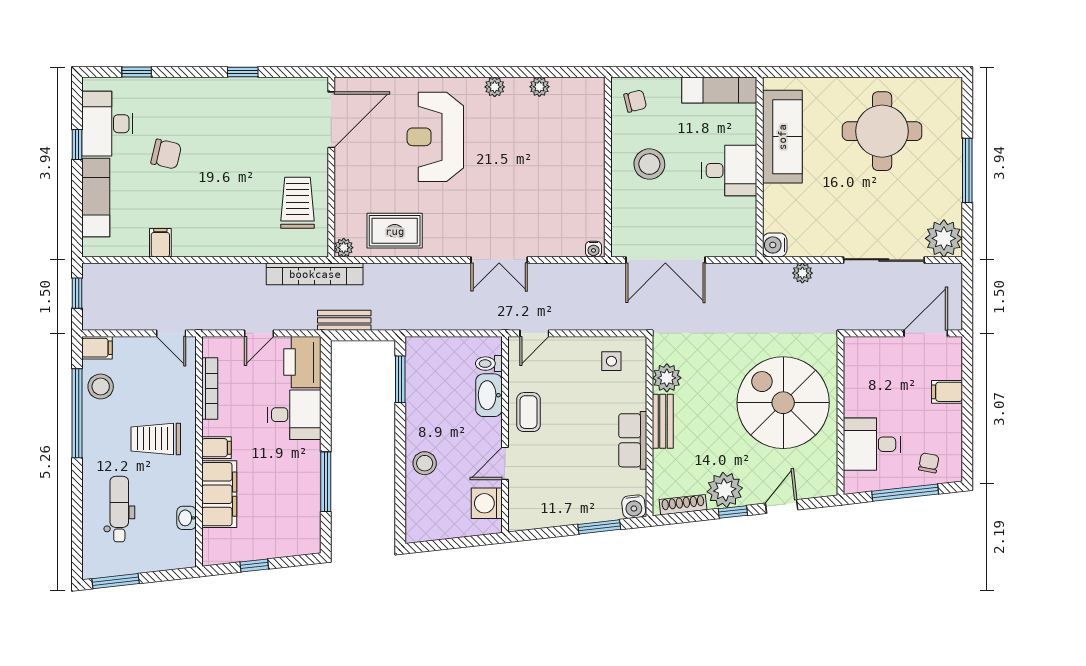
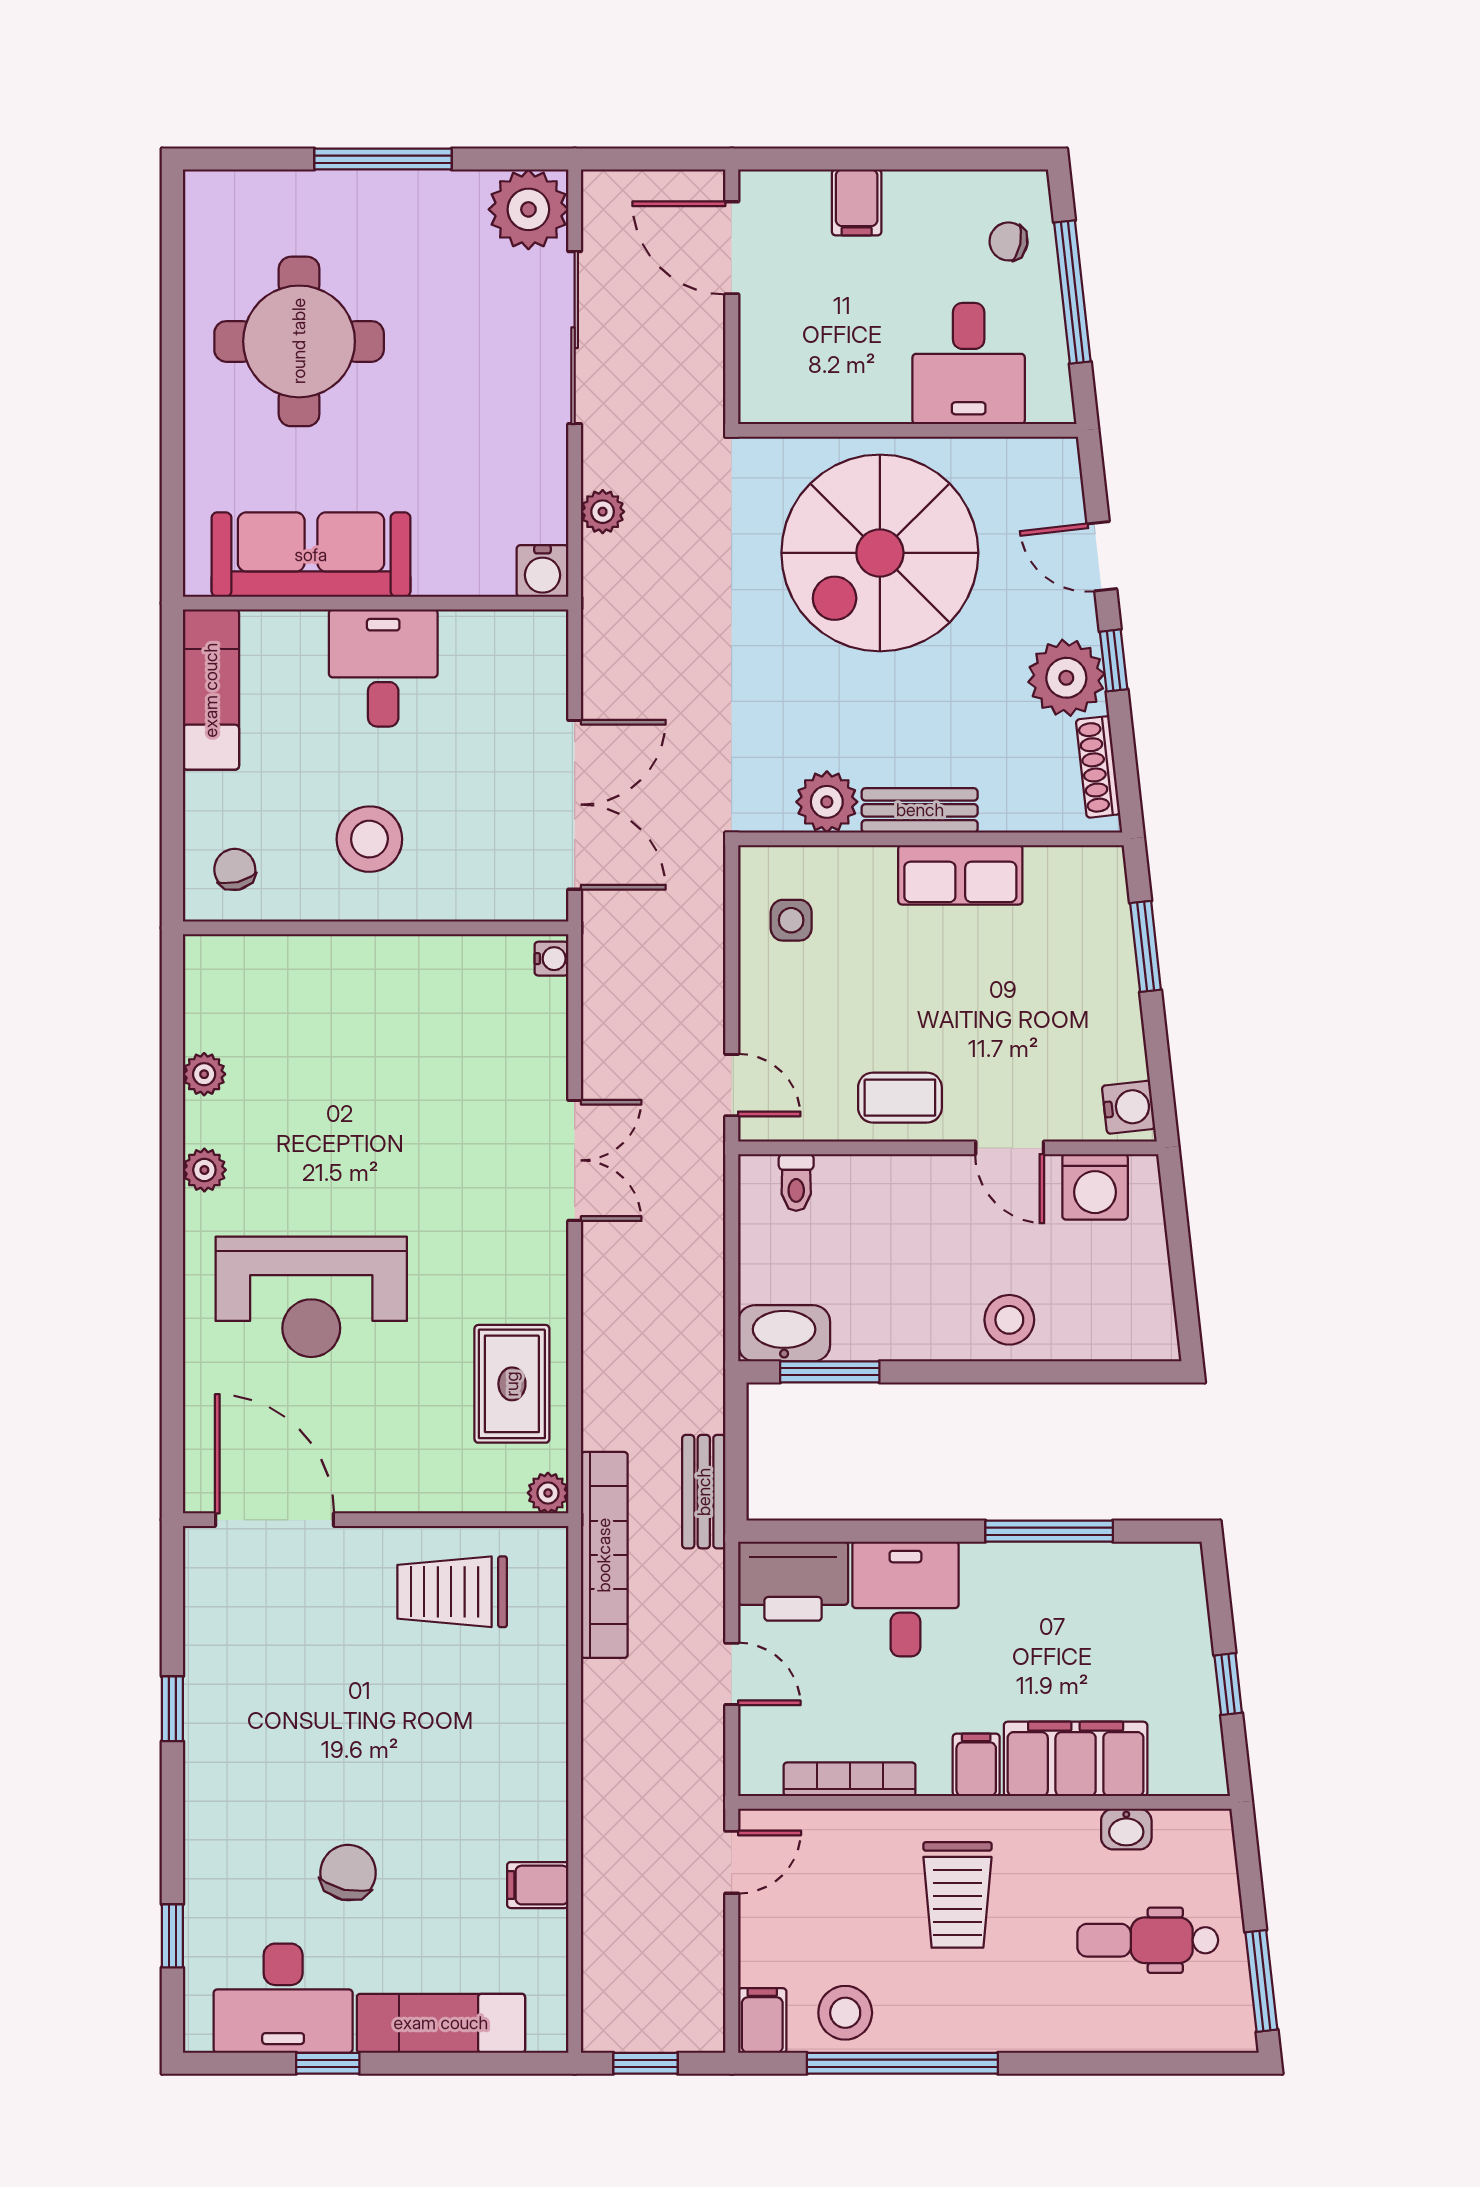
washbasin: (489, 395) -> (784, 1333), moved, turned 180
water cooler: (634, 507) -> (1129, 1107), moved
dental chair: (119, 509) -> (1148, 1940), moved

